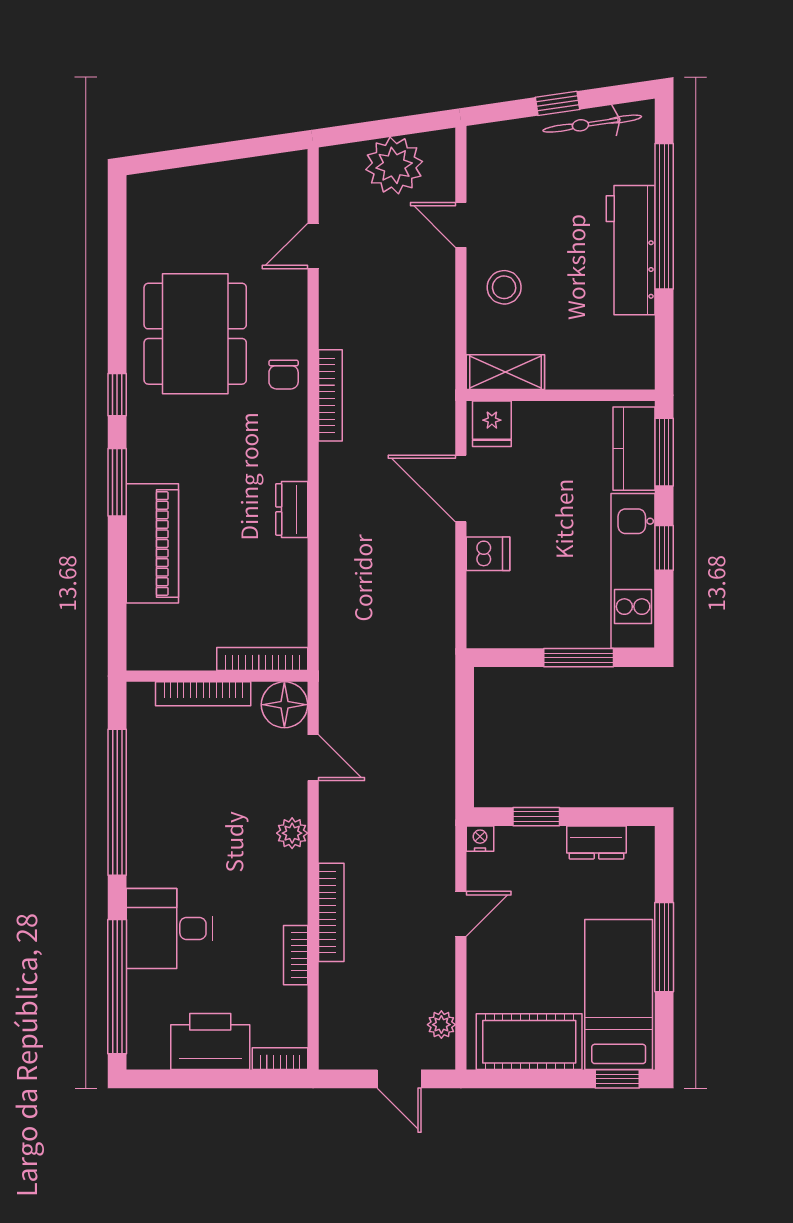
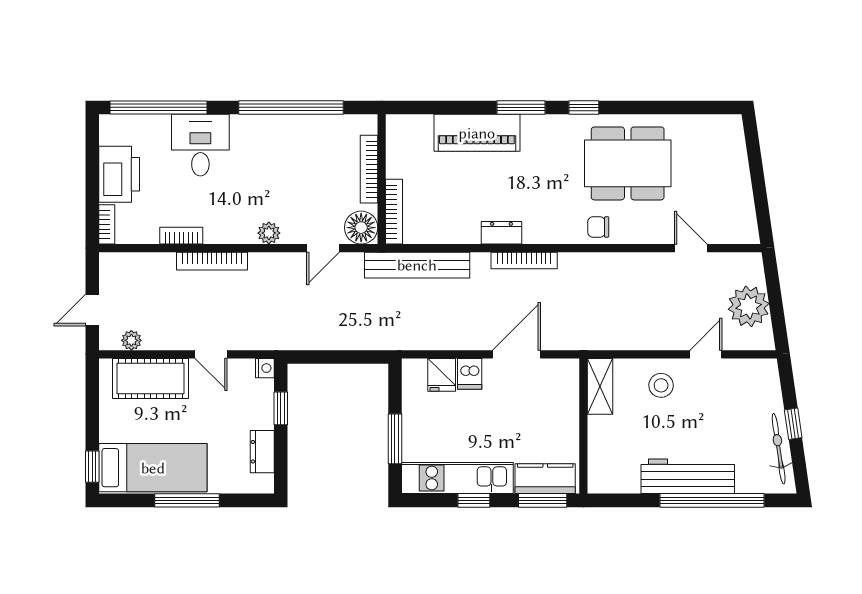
bookcase: (330, 395) -> (524, 261), moved
fridge: (492, 424) -> (442, 375), moved, turned -90
bench: (337, 627) -> (417, 265), added
cot: (529, 1042) -> (151, 378), moved, turned 90

